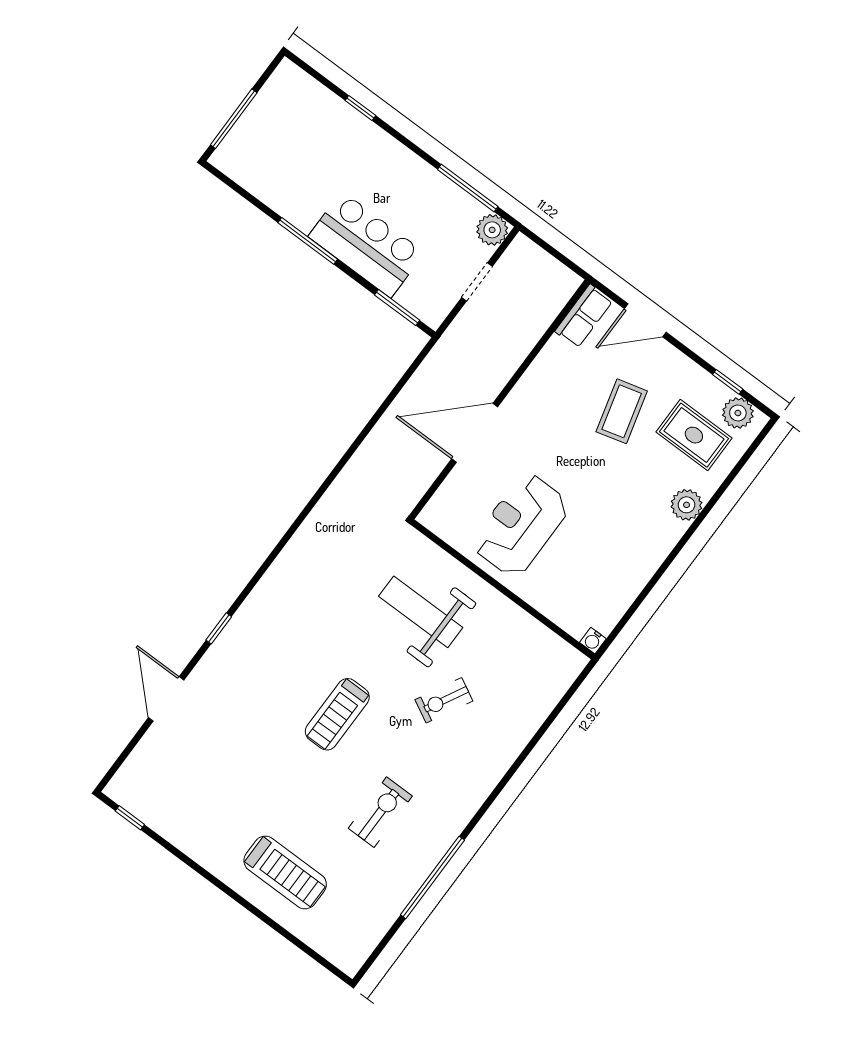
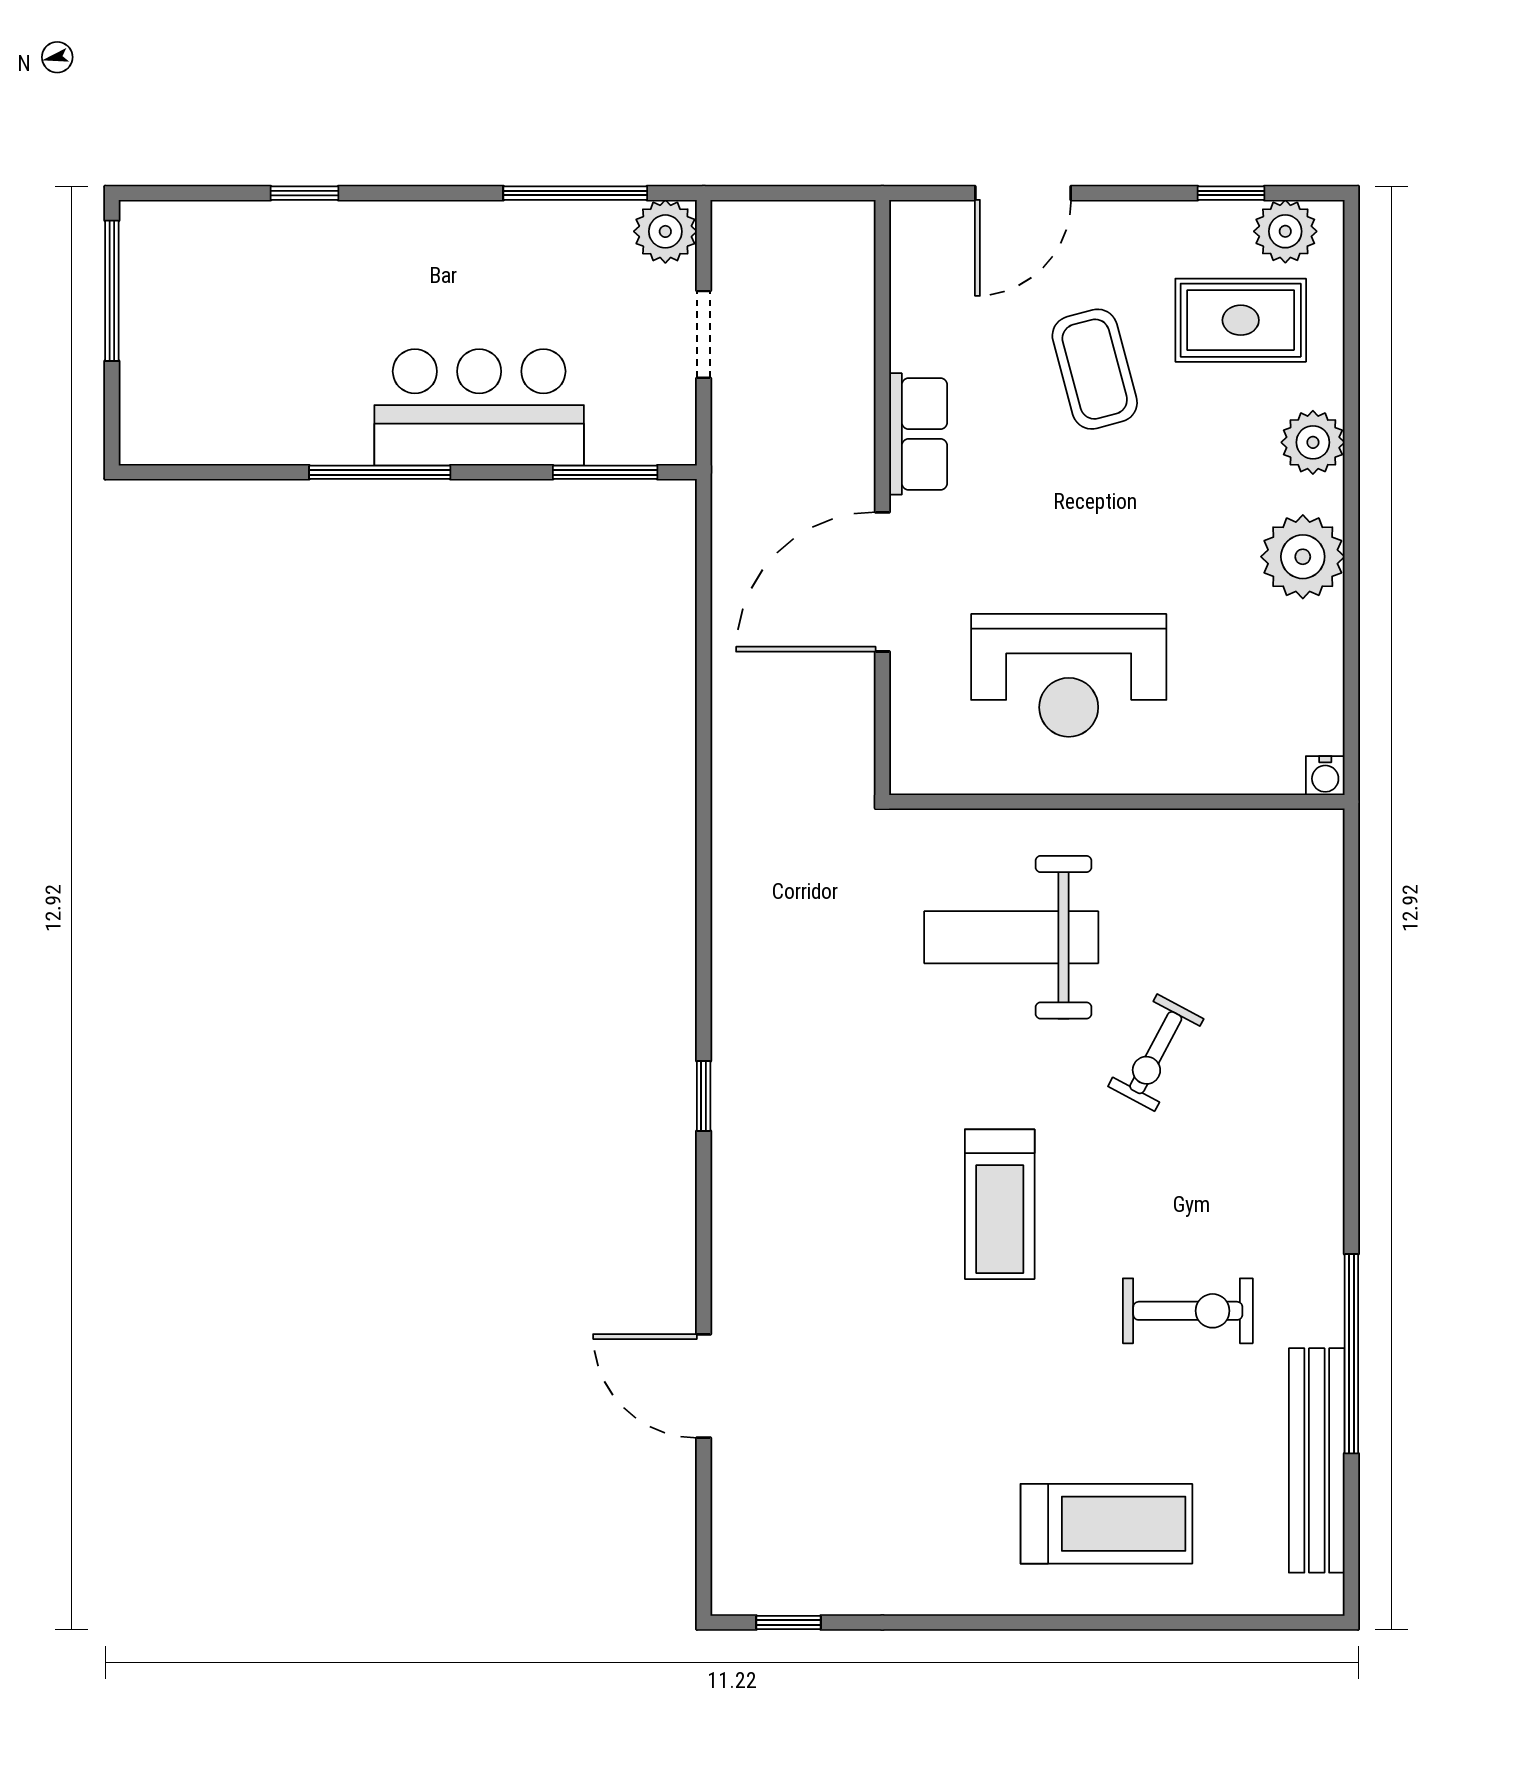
window: (234, 119) -> (112, 291), moved
row of seats: (584, 316) -> (918, 434), moved
reception desk: (521, 525) -> (1069, 675), turned -90
plant: (649, 547) -> (1303, 557), added
window: (219, 628) -> (704, 1096), moved
exercise bike: (380, 812) -> (1188, 1311), turned 90
bench: (387, 910) -> (1317, 1460), added

